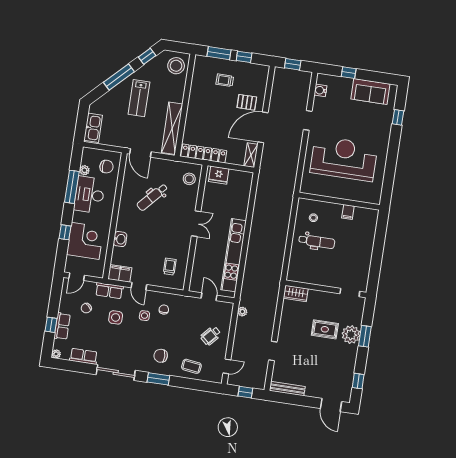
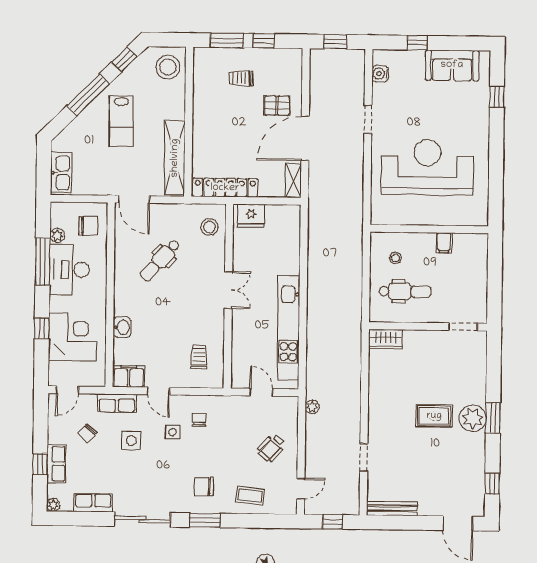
wall: (326, 289) -> (428, 326), moved
doorway: (350, 293) -> (463, 327), moved
wardrobe: (296, 294) -> (386, 339), moved

